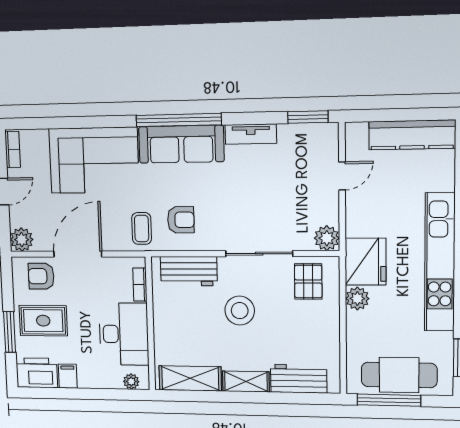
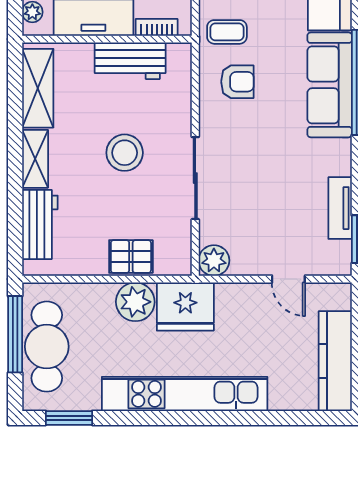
tv unit: (251, 134) -> (340, 208), moved
armchair: (181, 220) -> (237, 82), turned -90
workbench: (189, 271) -> (130, 61), moved, turned -90
pallet: (308, 282) -> (131, 257), moved
plant: (357, 298) -> (135, 302), width x1.36, depth x1.36

